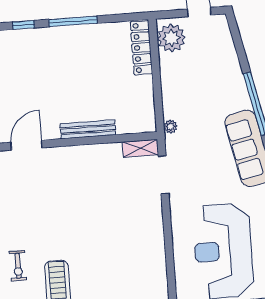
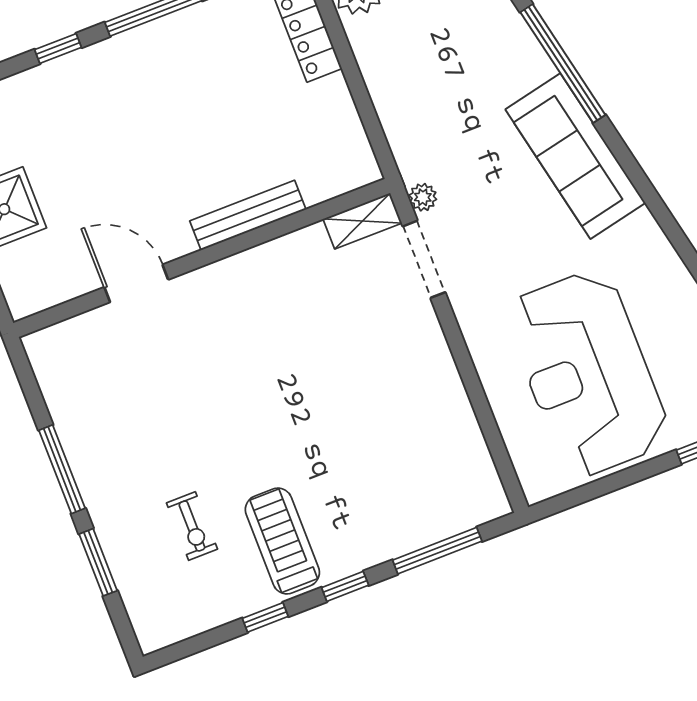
plant: (170, 126) -> (423, 197), moved
door: (26, 145) -> (136, 283), hinge flipped

